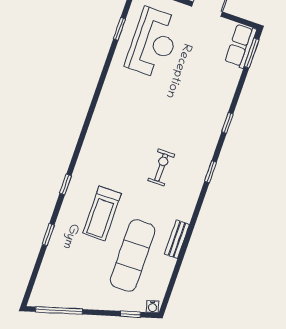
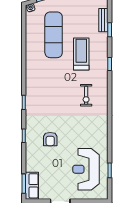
armchair: (190, 105) -> (50, 139), added
exercise bike: (161, 167) -> (86, 95), moved
bench: (177, 239) -> (103, 20), moved

